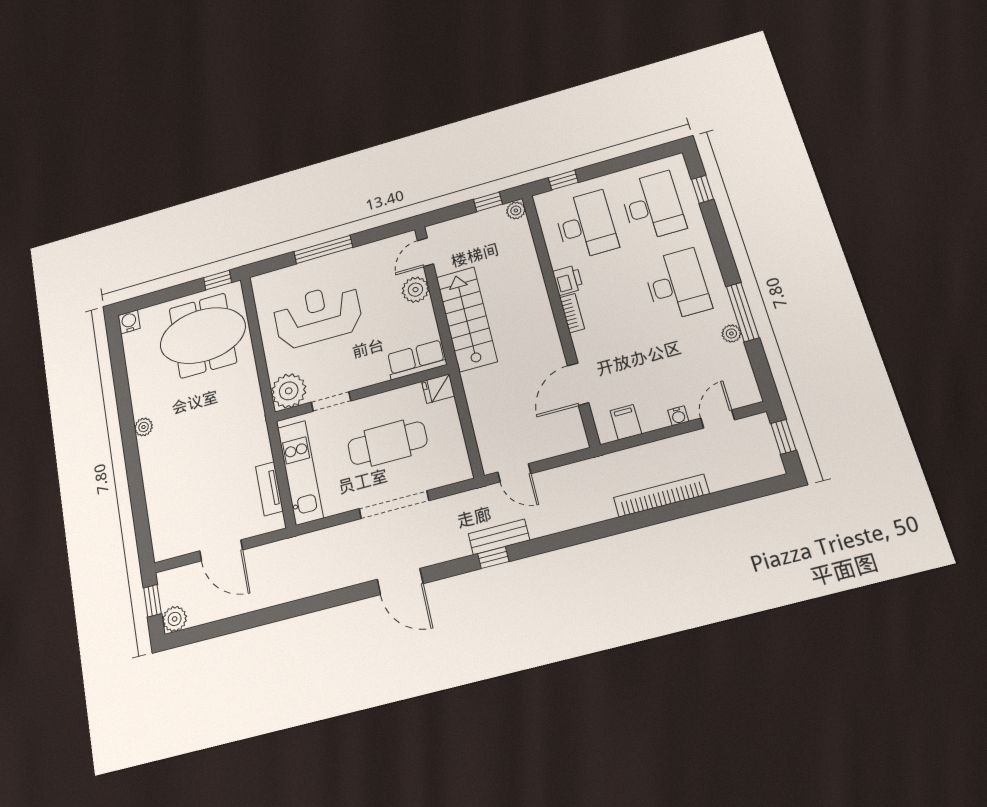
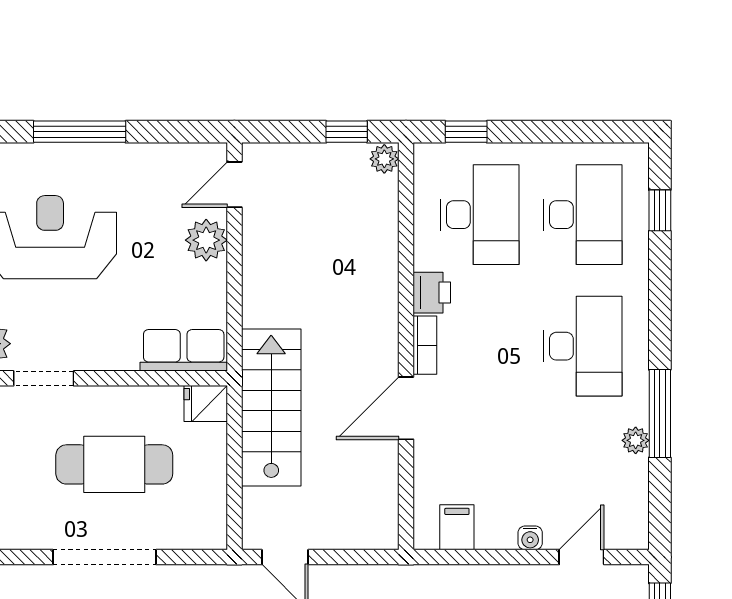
stairs: (467, 319) -> (271, 407), moved
door: (578, 384) -> (406, 408), moved

